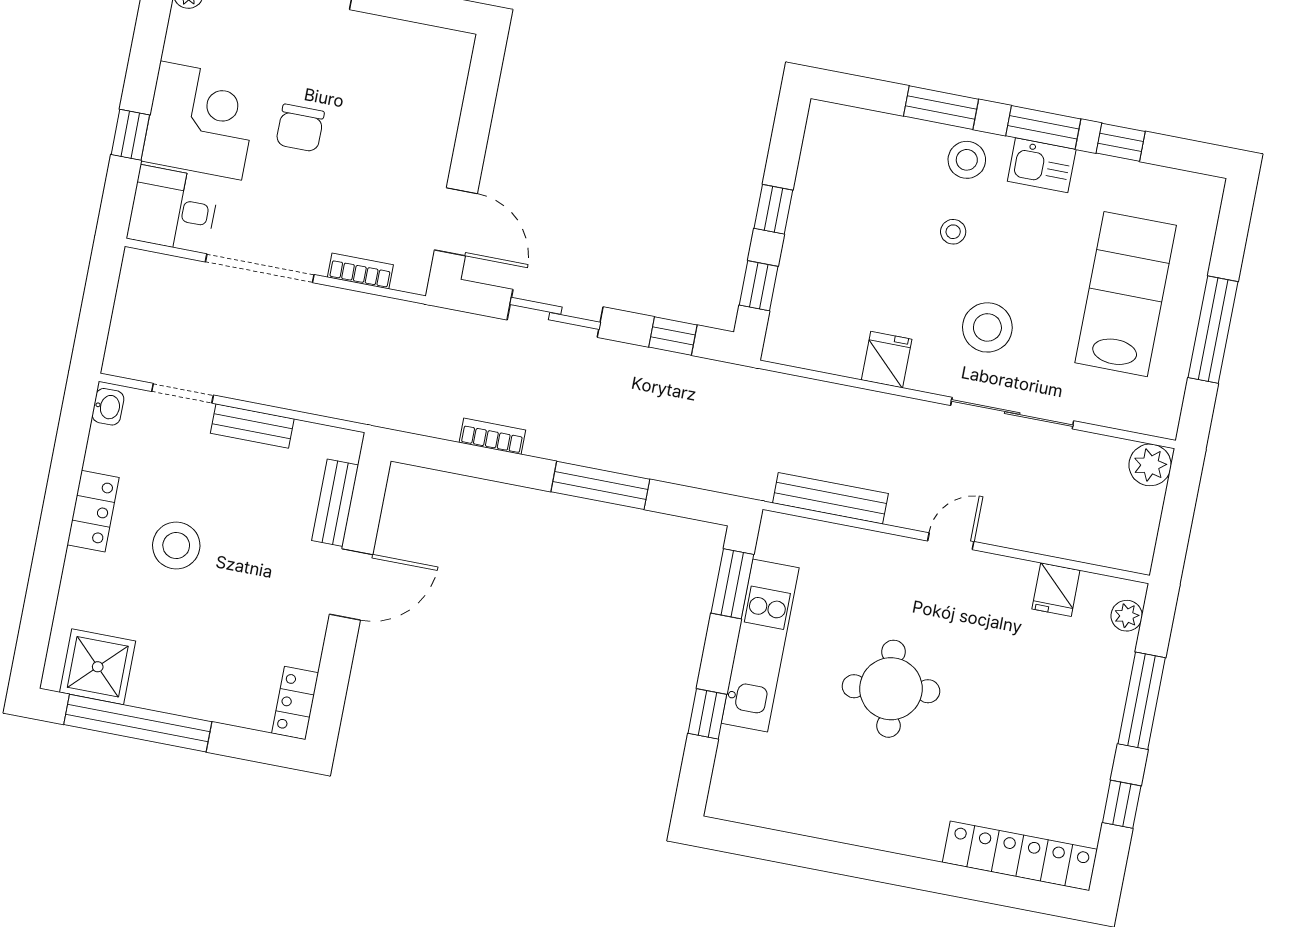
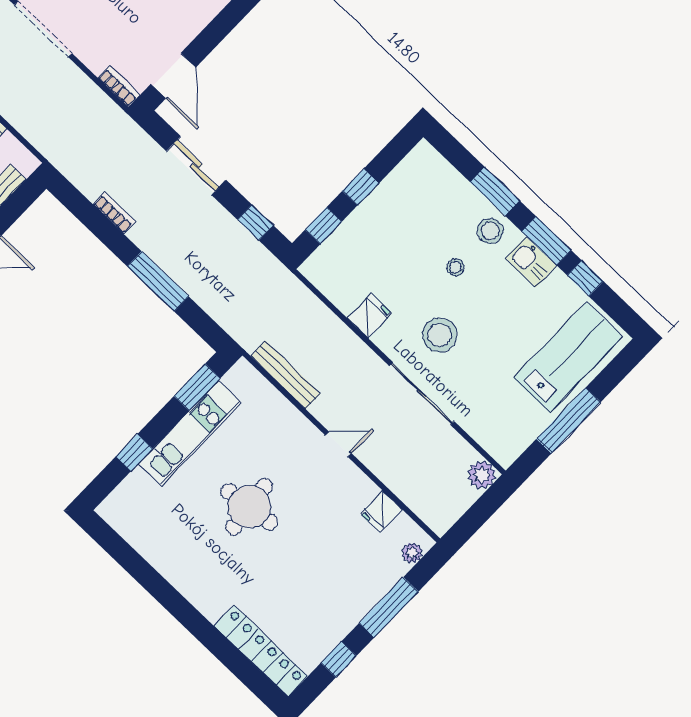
bookcase: (360, 271) -> (119, 86), moved
lab bench: (1126, 294) -> (568, 357), moved

